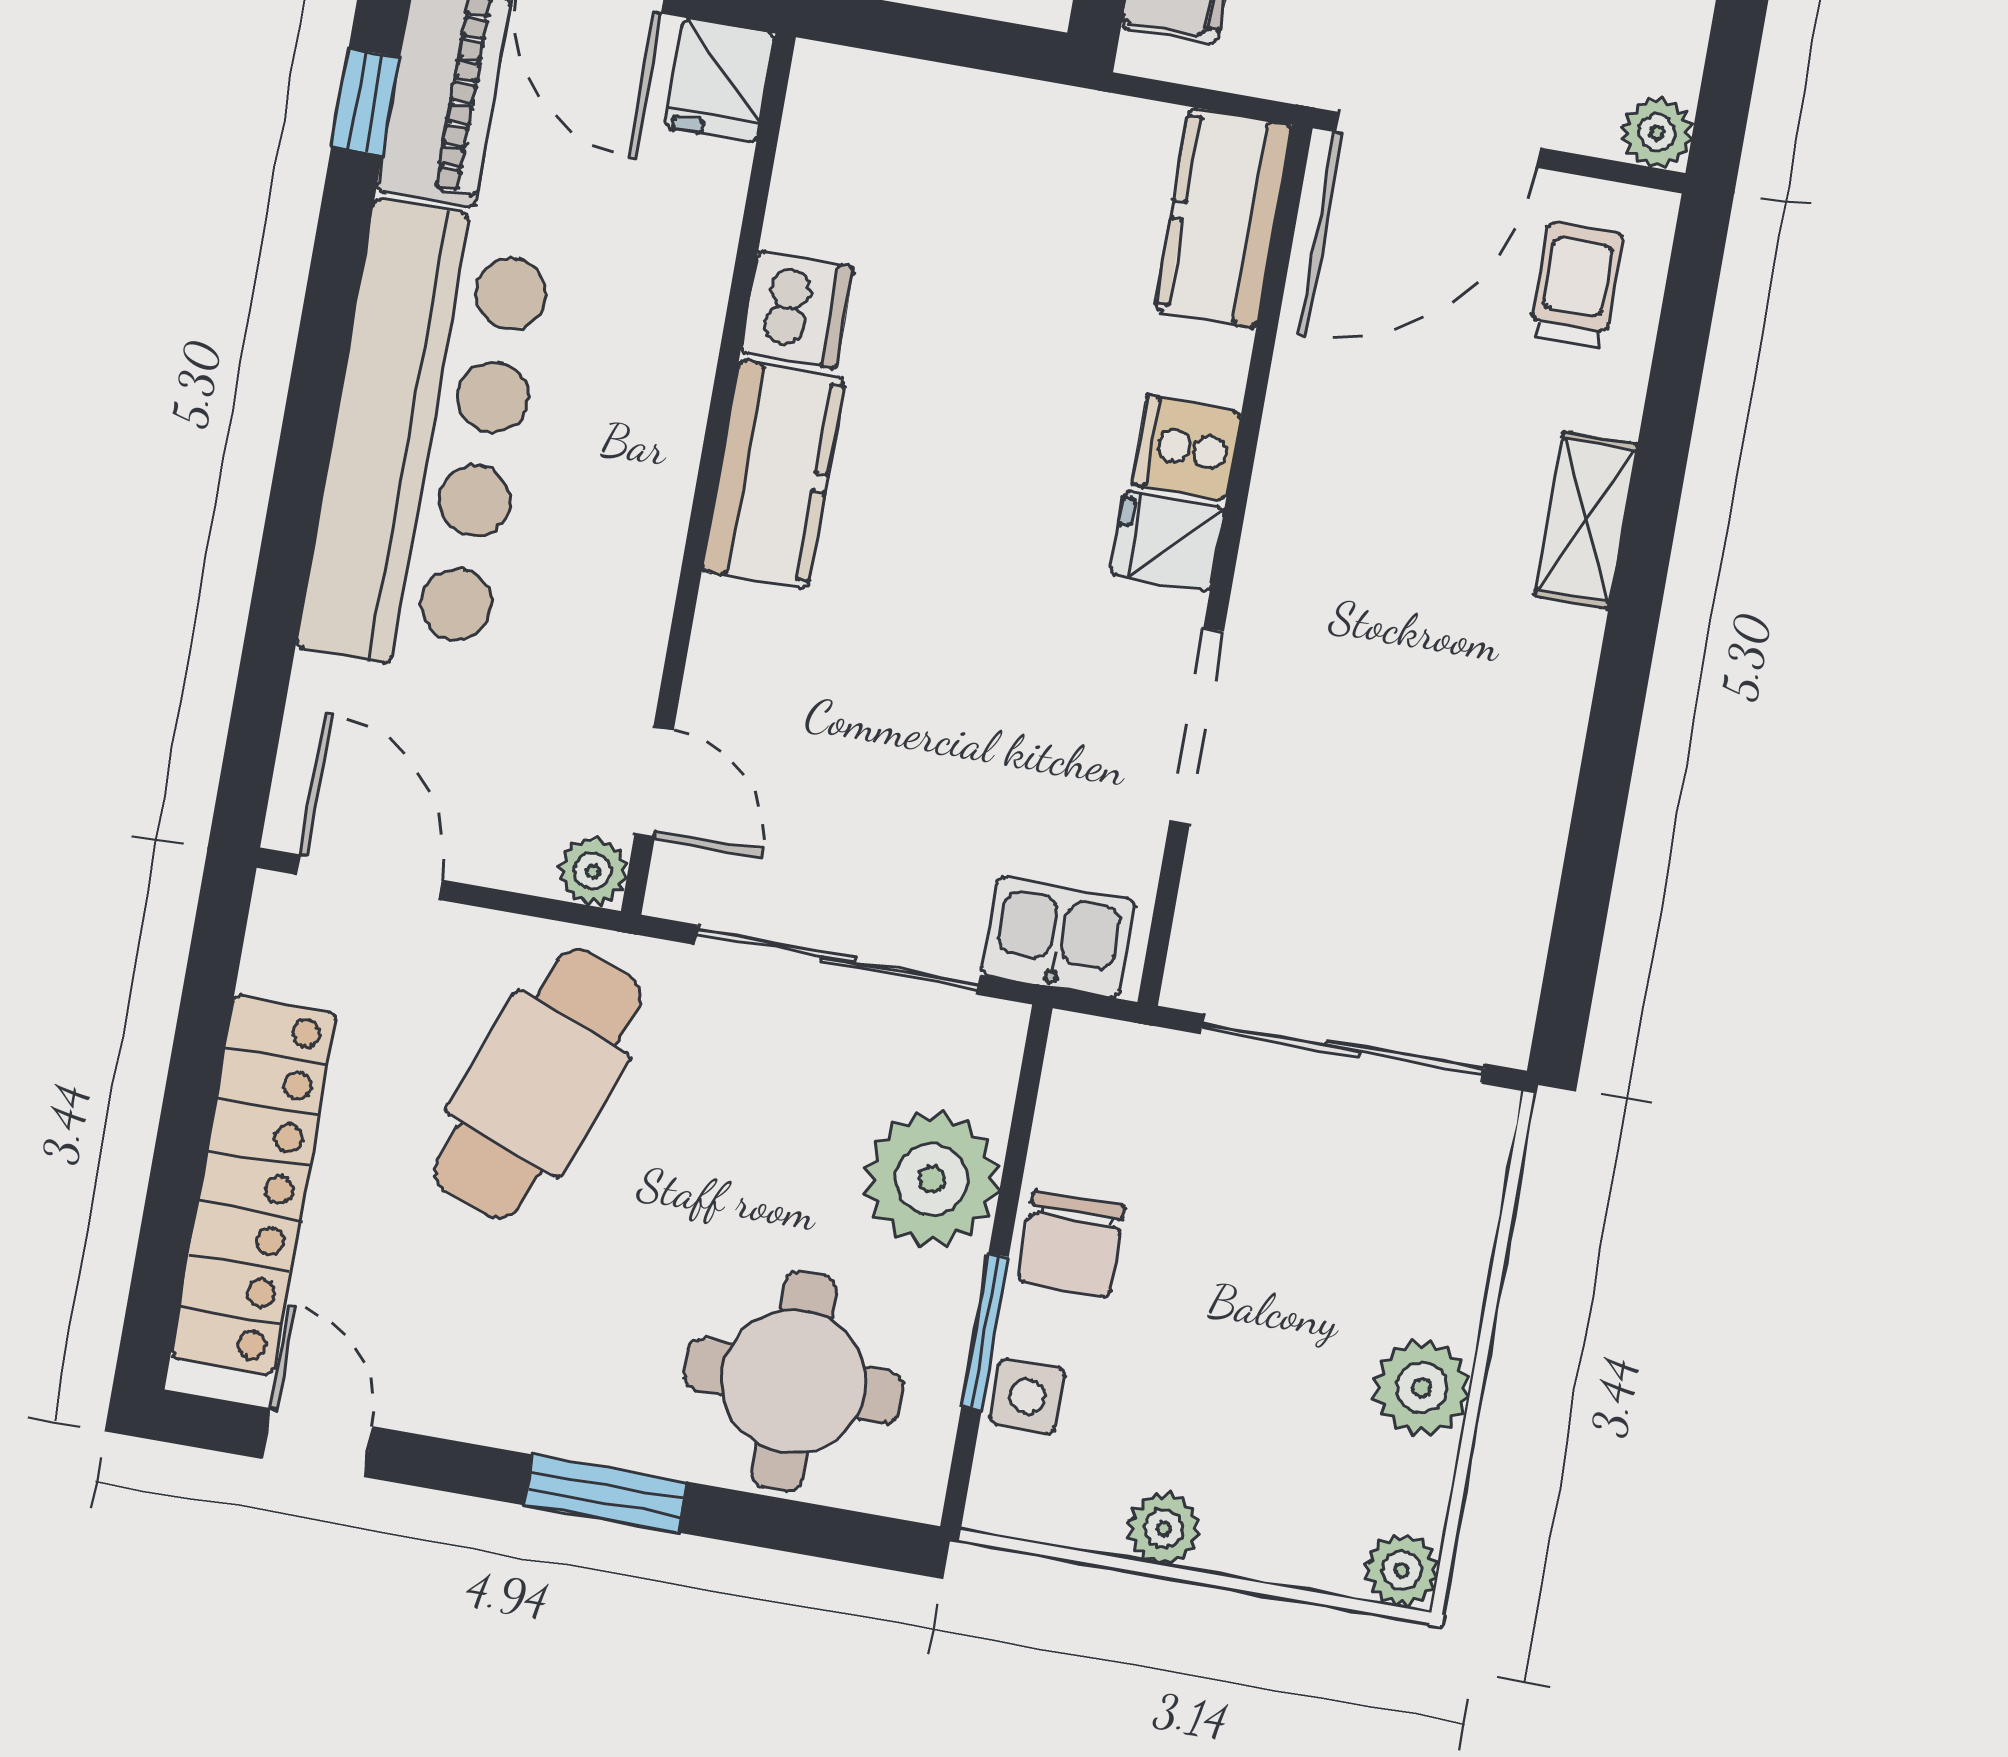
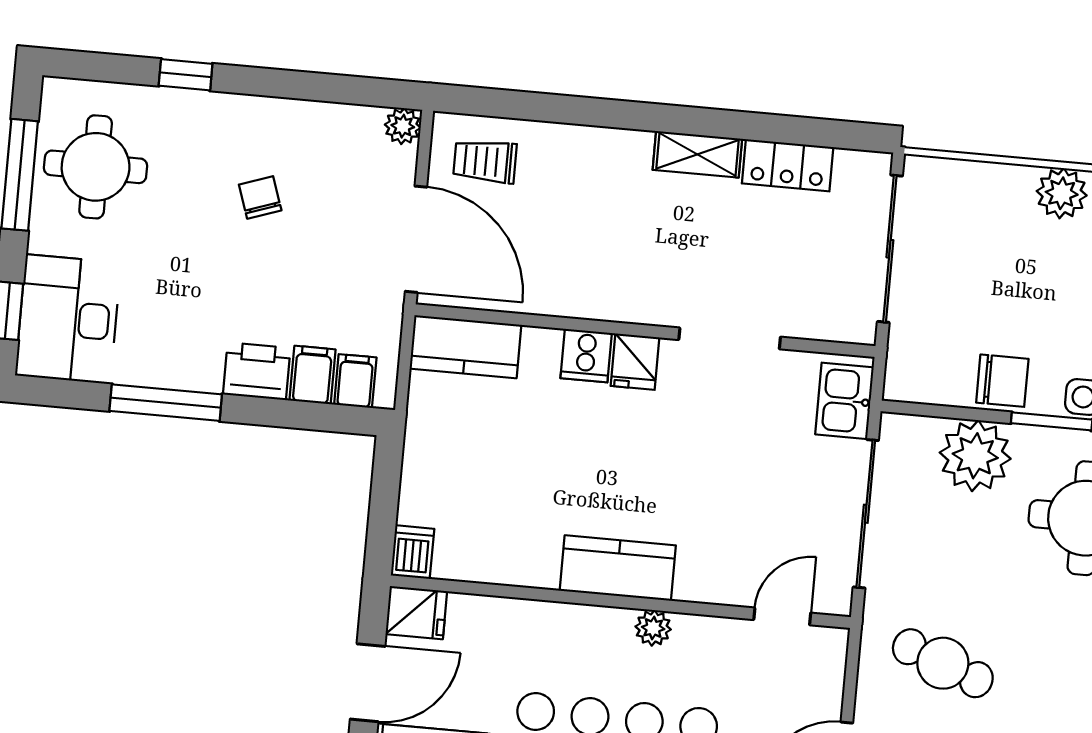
dishwasher: (797, 310) -> (413, 552), moved, width x0.73
shelving: (1586, 520) -> (697, 154), moved
locker: (1520, 866) -> (788, 165), added
plant: (593, 871) -> (653, 628), moved
cafe table: (538, 1084) -> (943, 663), width x0.73, depth x0.74

